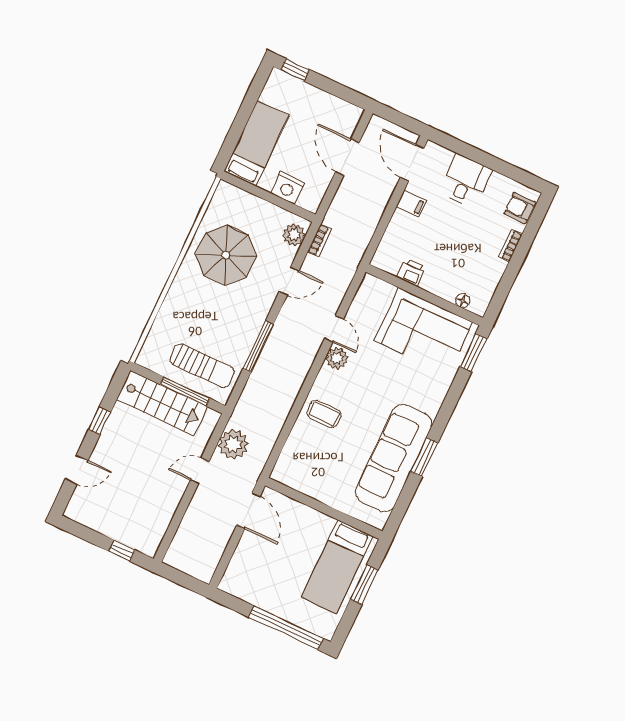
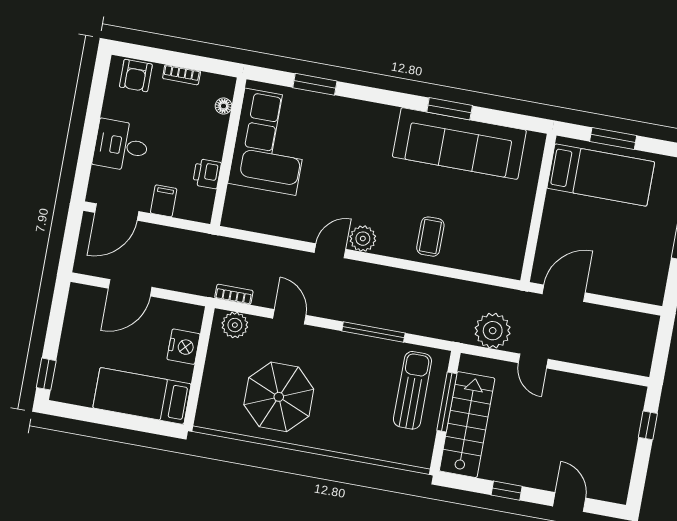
printer: (411, 272) -> (207, 174), moved
wall: (424, 295) -> (228, 152), moved
floor lamp: (463, 301) -> (223, 106), moved
corner sofa: (423, 331) -> (270, 142), moved

